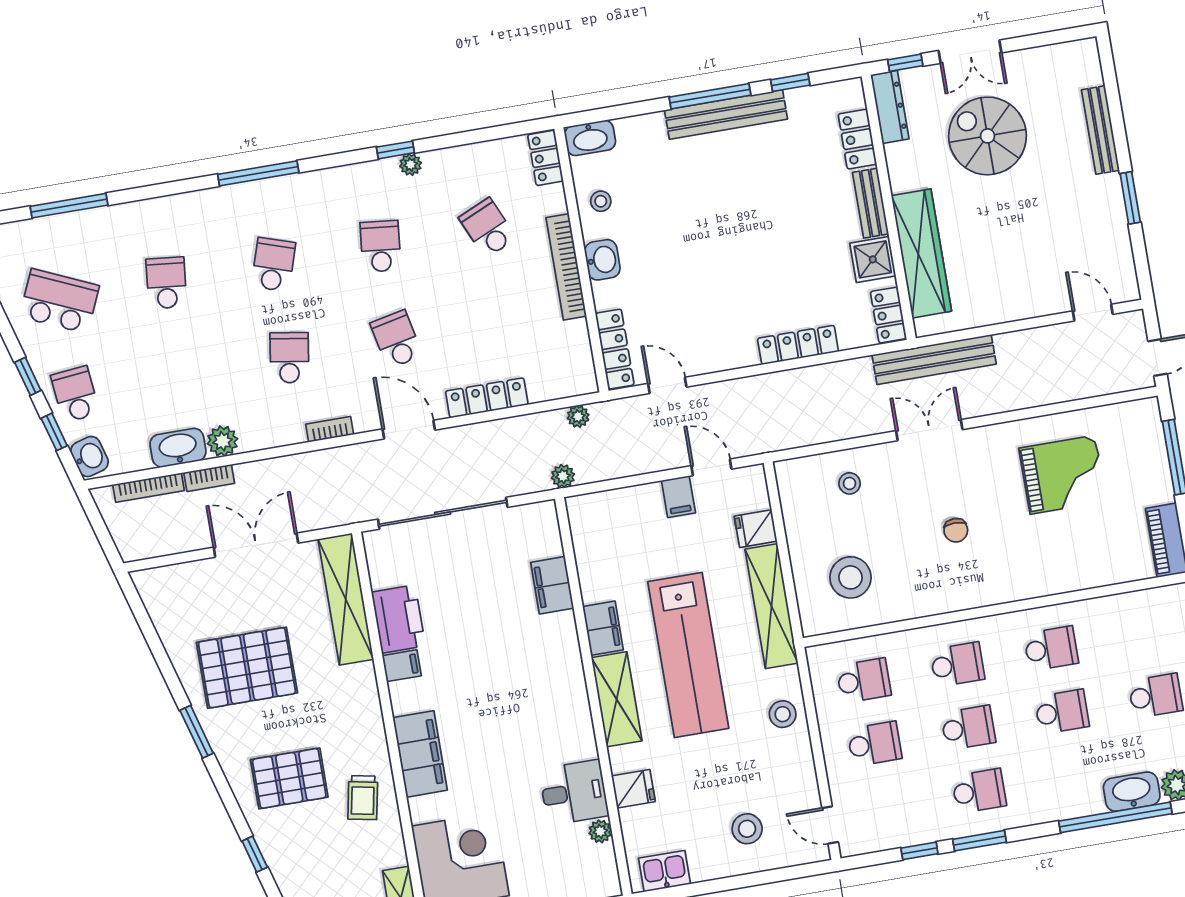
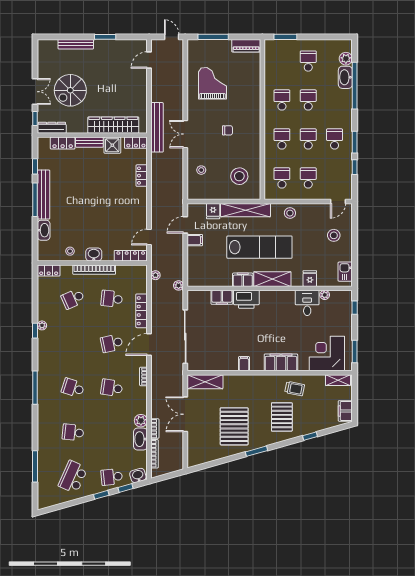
washbasin: (590, 138) -> (44, 230), moved
school desk: (381, 246) -> (112, 299), moved
locker: (798, 345) -> (142, 176), width x0.66
shelving: (346, 599) -> (205, 382), width x0.68
printer: (398, 619) -> (246, 299), moved, turned 180

